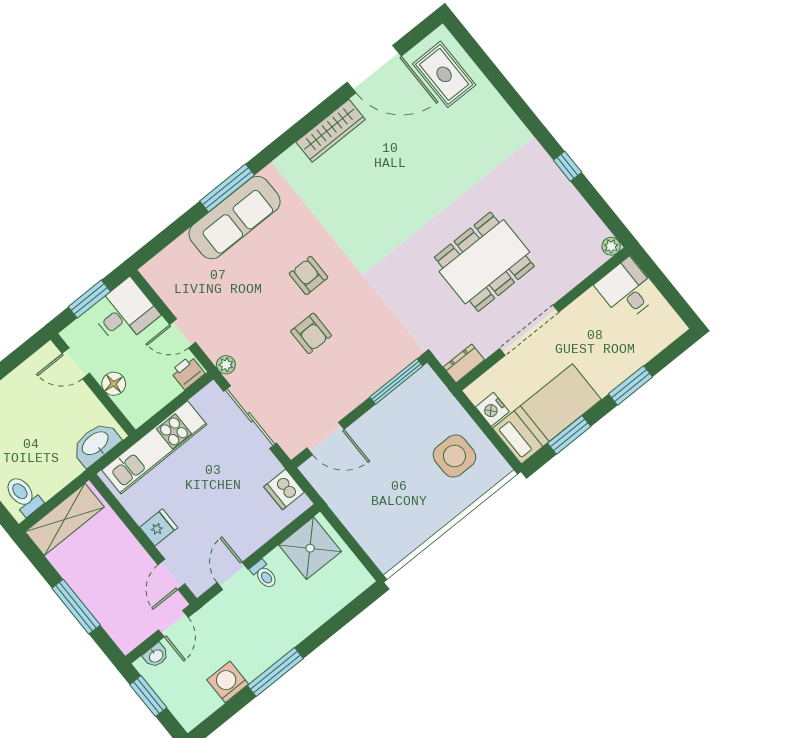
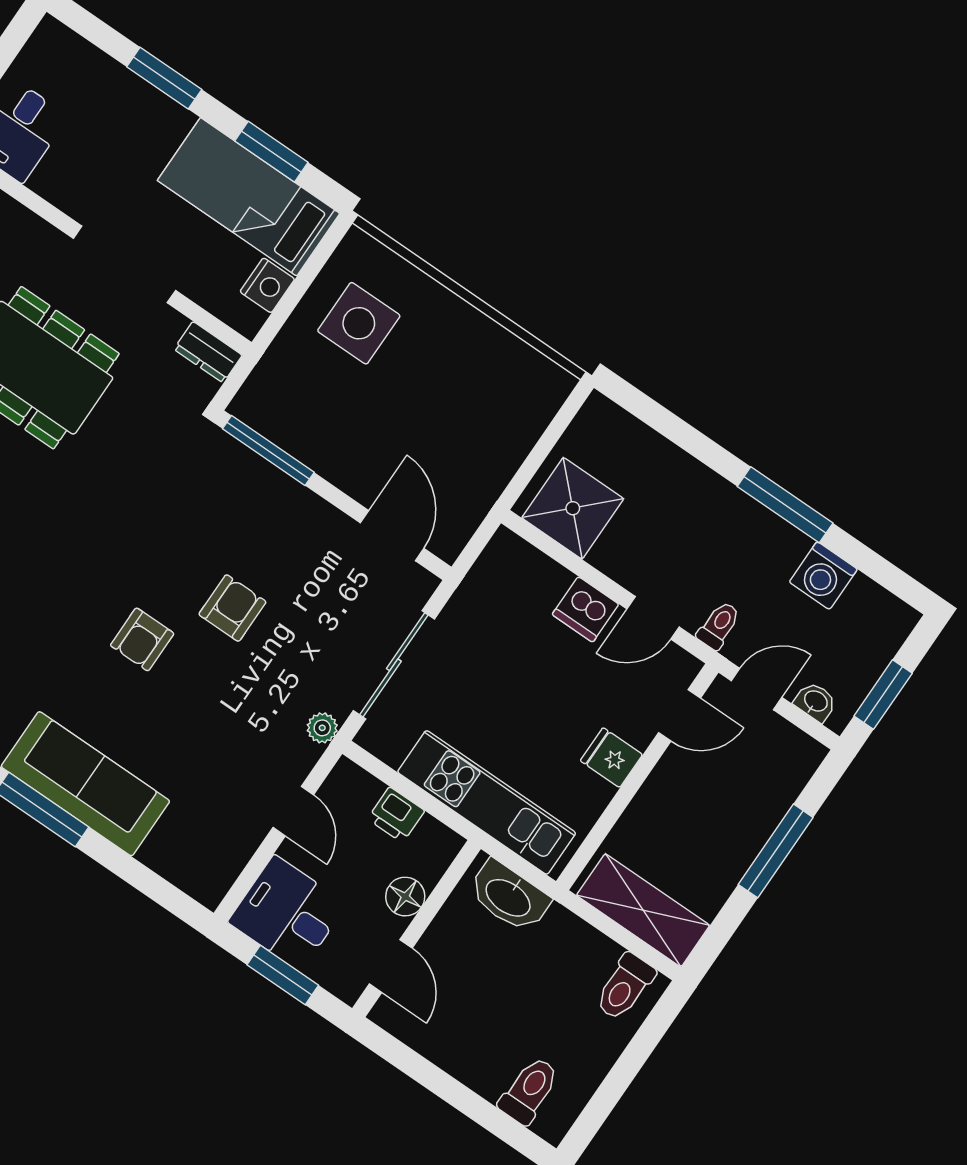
printer: (188, 372) -> (396, 815), moved
dishwasher: (284, 489) -> (585, 609), moved, turned 90
toilet: (264, 575) -> (719, 625), moved

